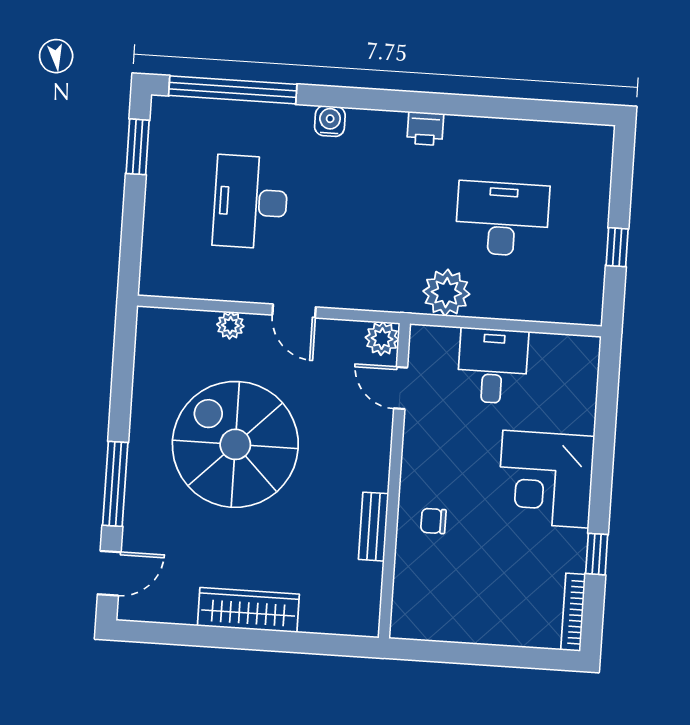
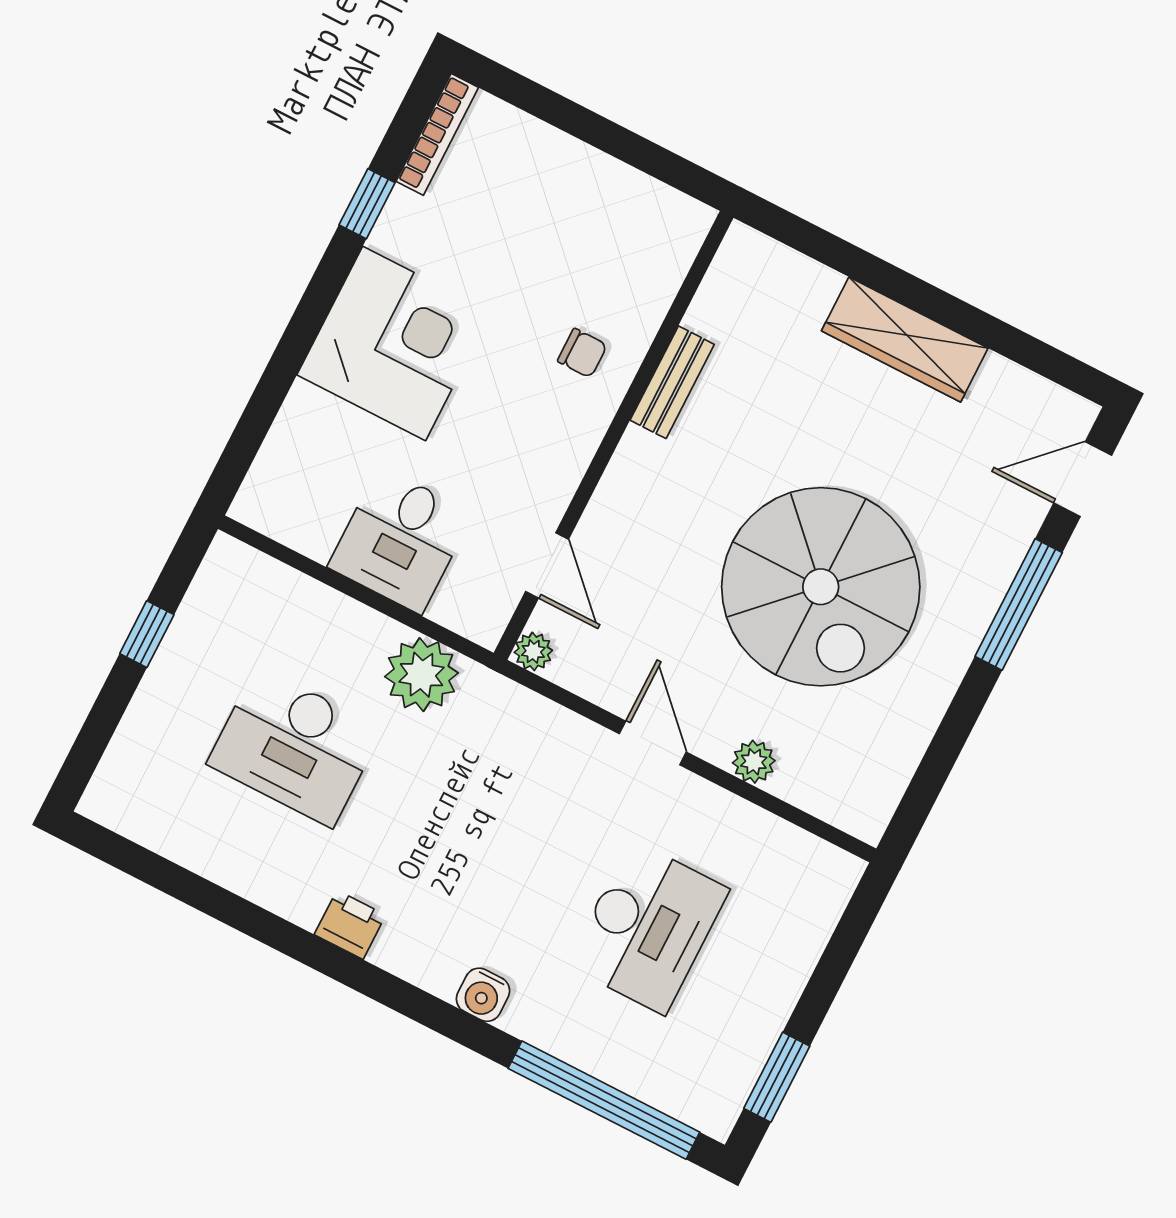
plant: (382, 339) -> (533, 651), width x0.73, depth x0.73

